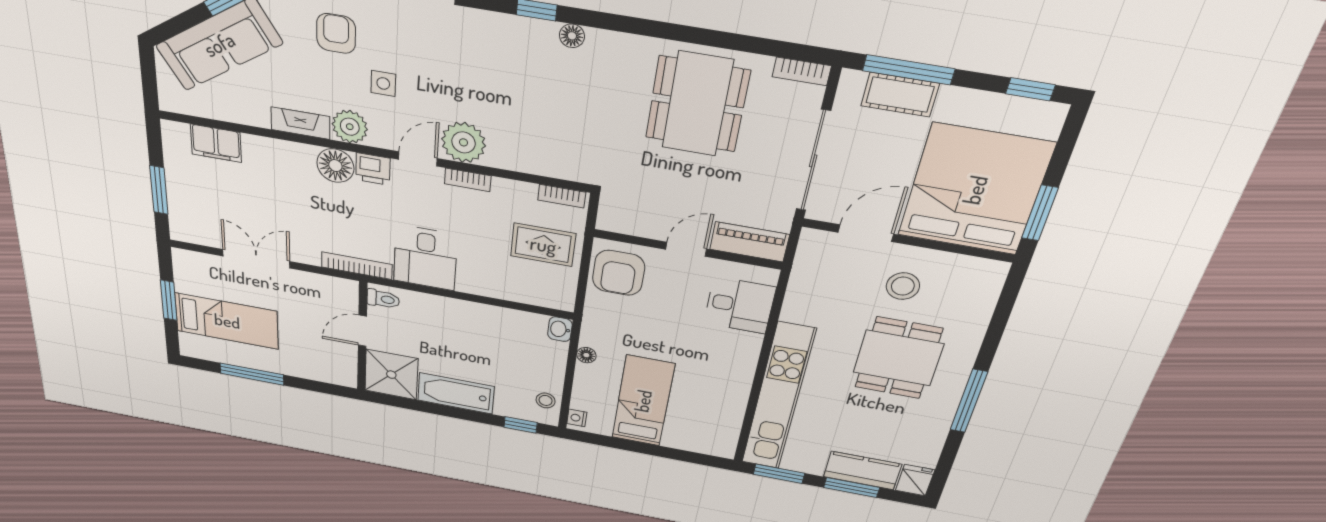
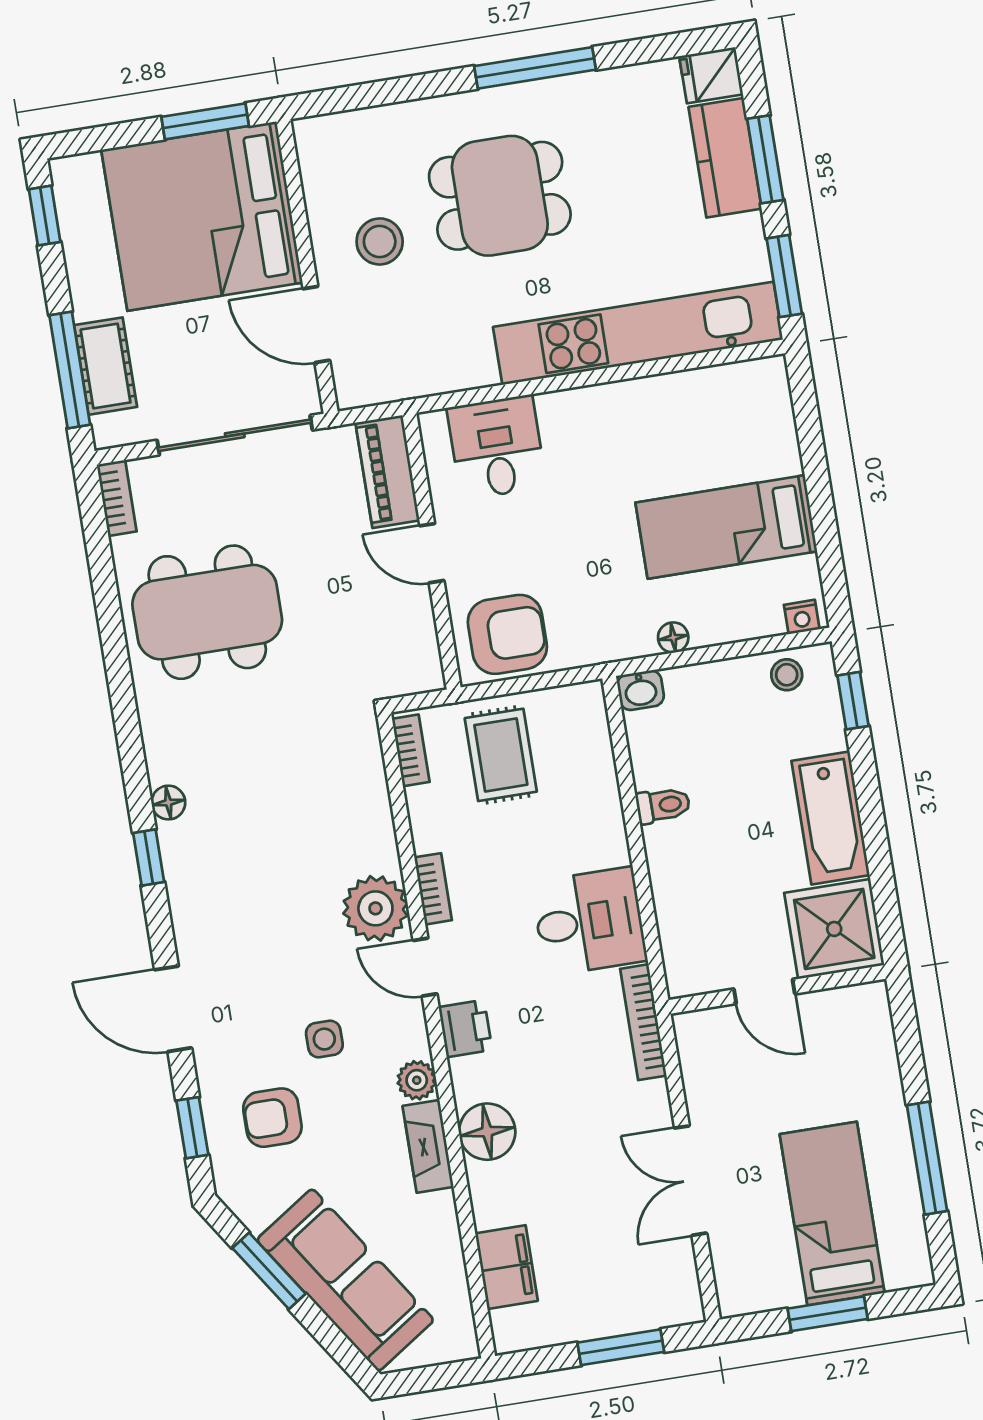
plant: (350, 127) -> (417, 1080), width x0.73, depth x0.73
floor lamp: (335, 166) -> (487, 1132), moved
toilet: (383, 299) -> (663, 805), moved, turned 90

